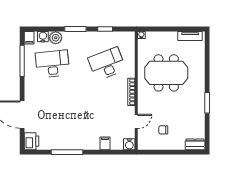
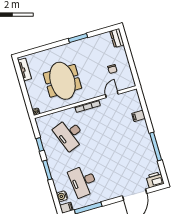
plant: (56, 38) -> (60, 185), removed
door: (136, 121) -> (112, 94), hinge flipped
water cooler: (129, 144) -> (133, 95), removed

